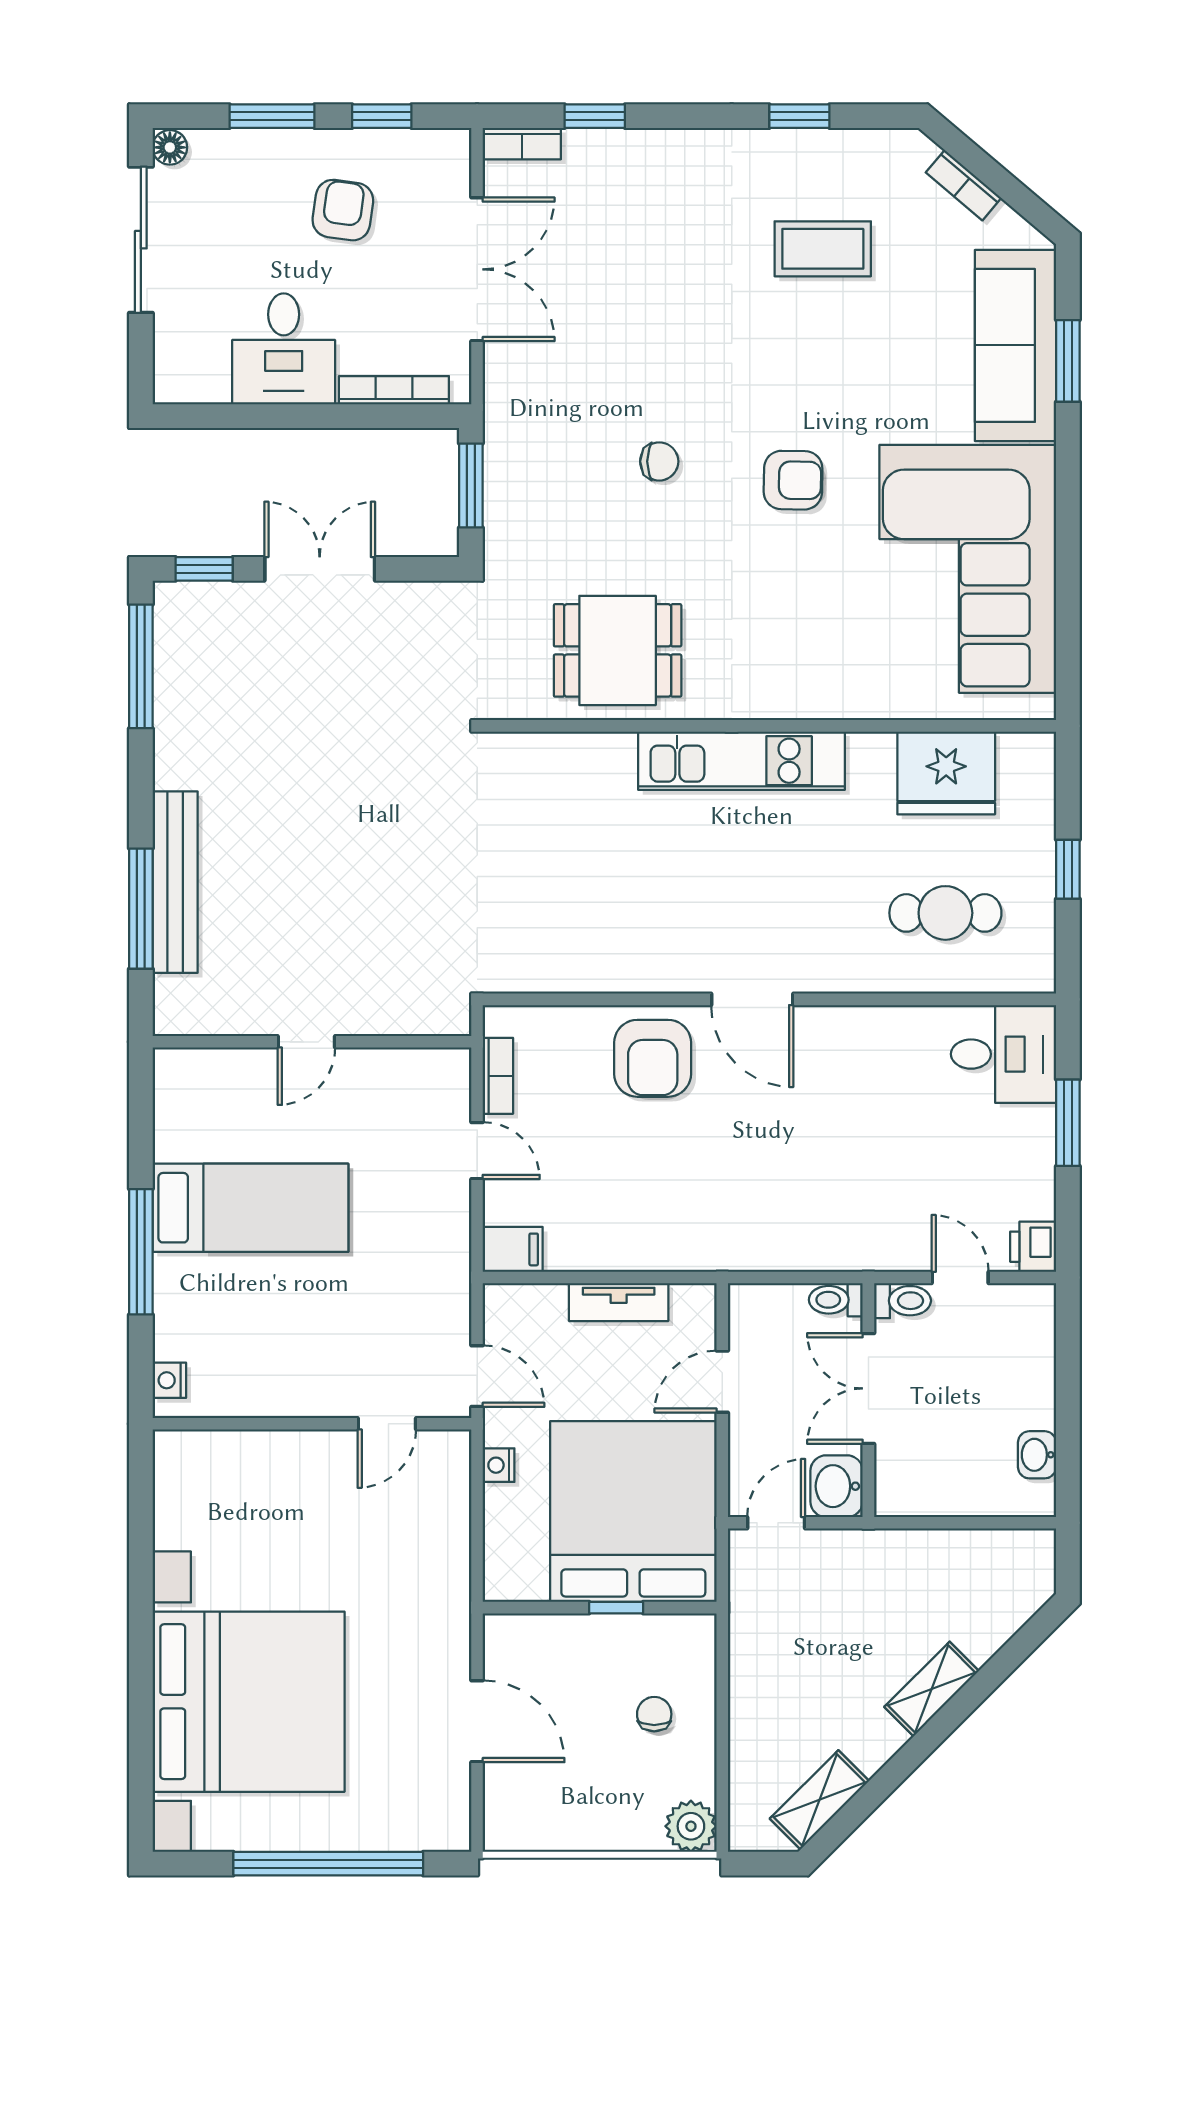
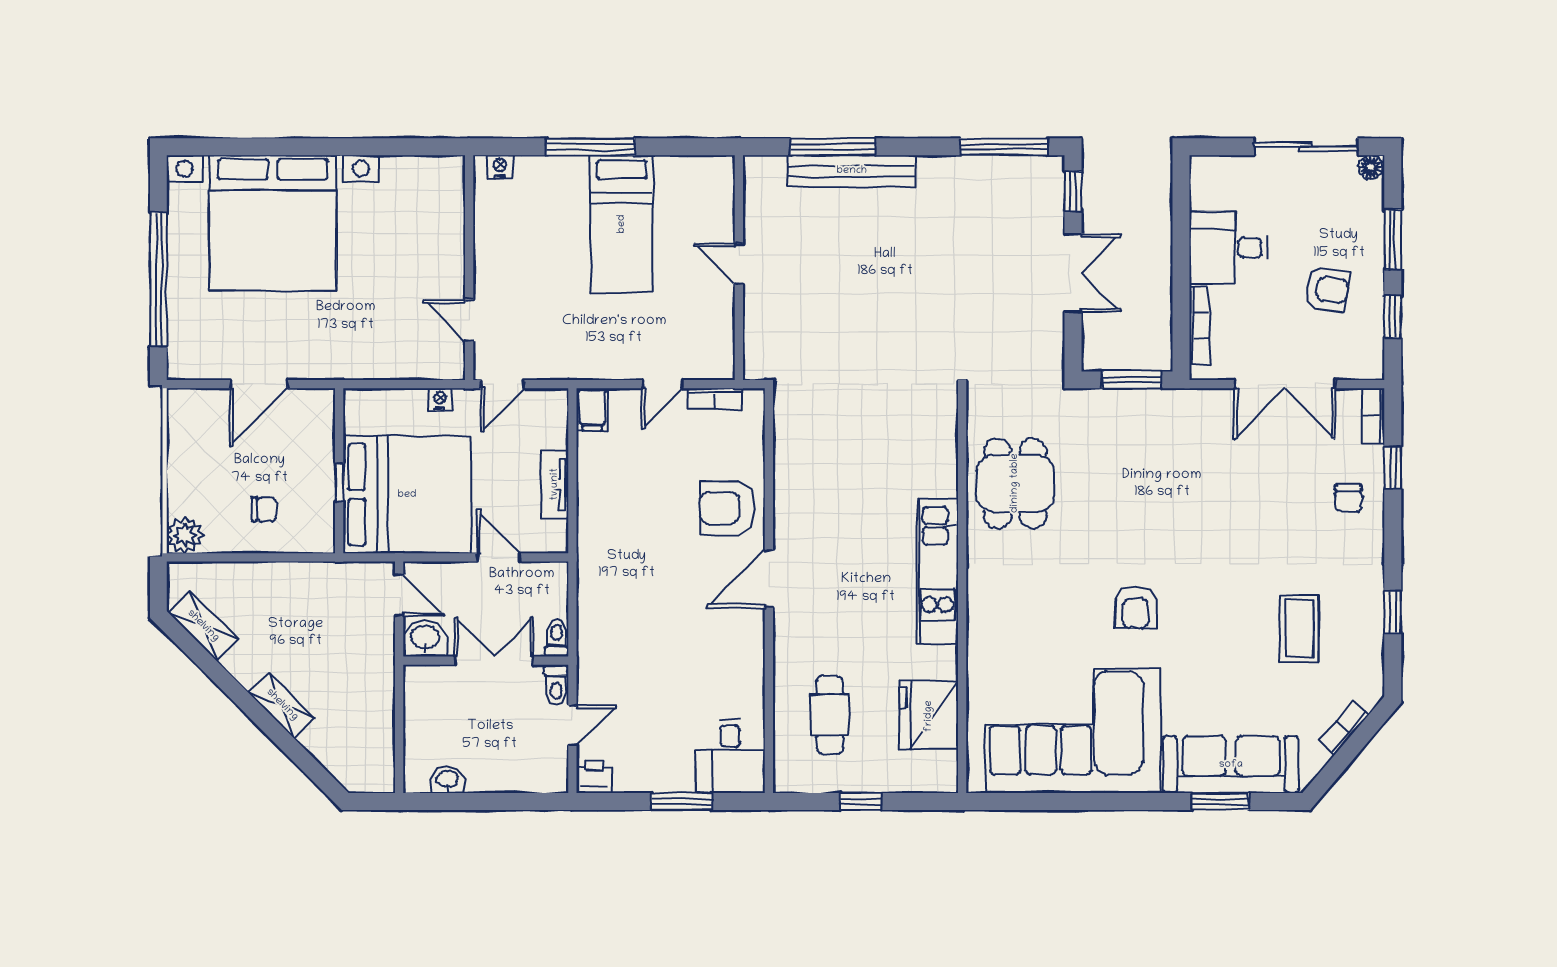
chair: (659, 461) -> (1348, 499), moved

